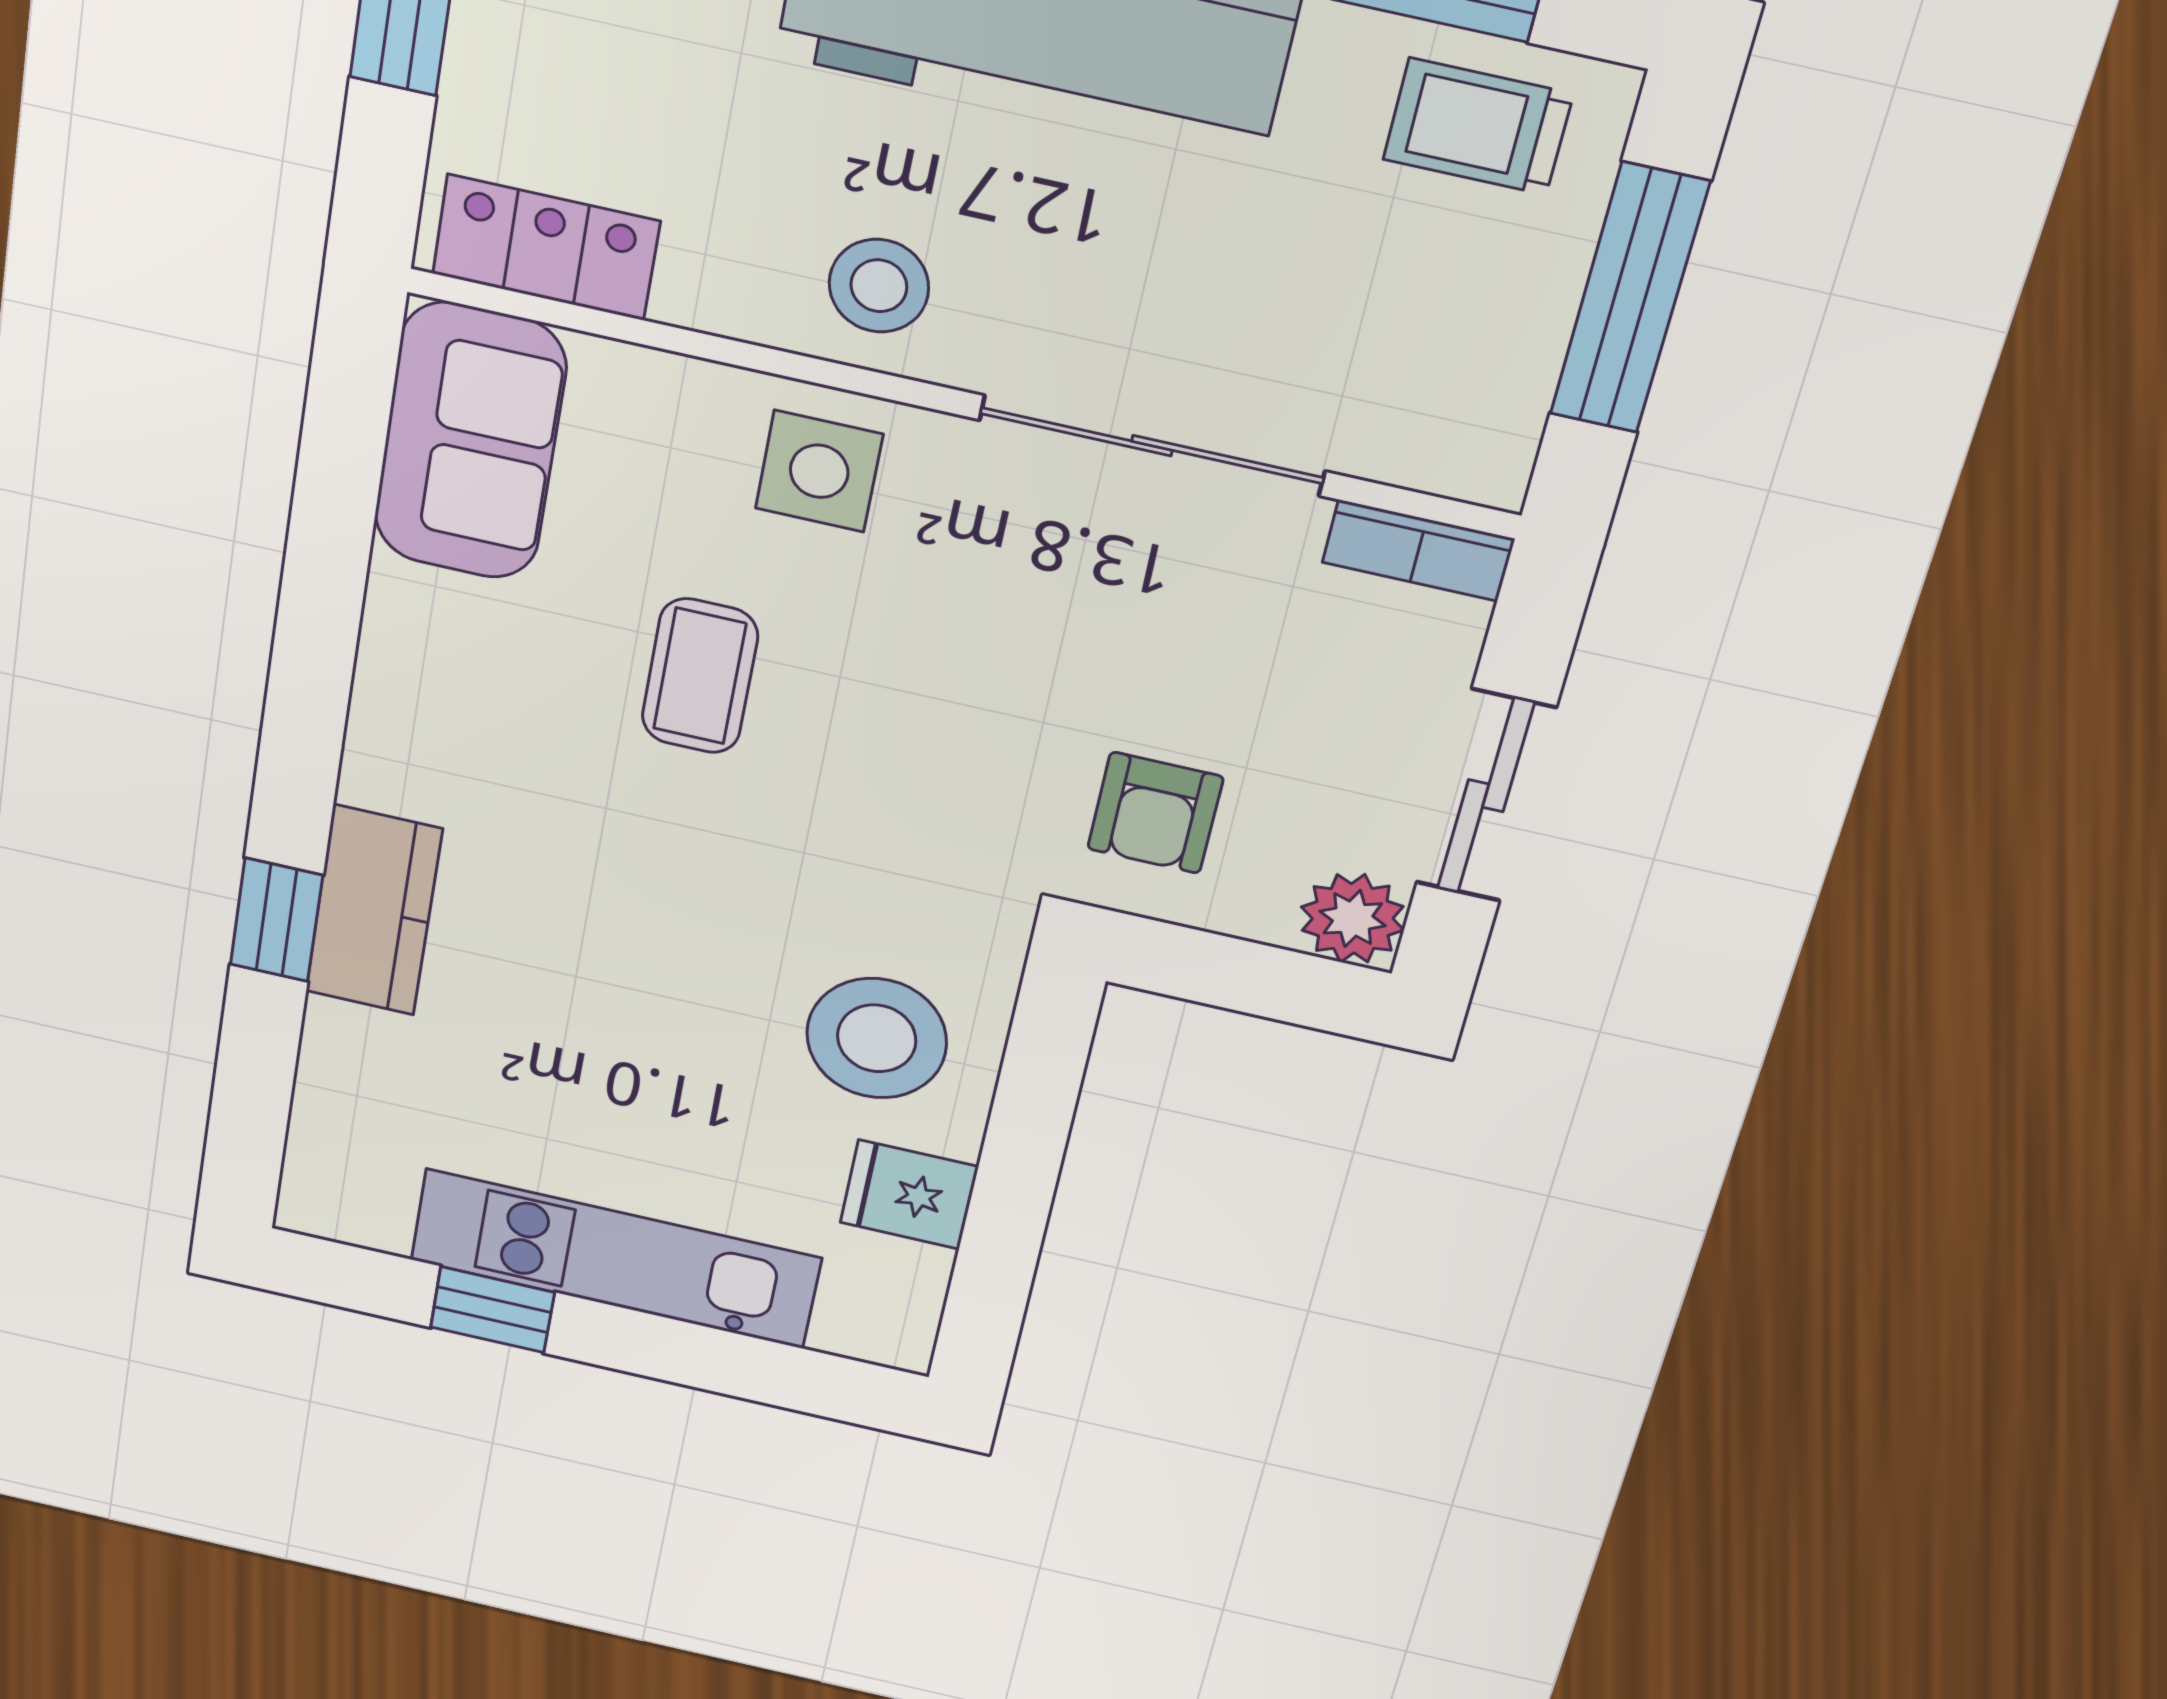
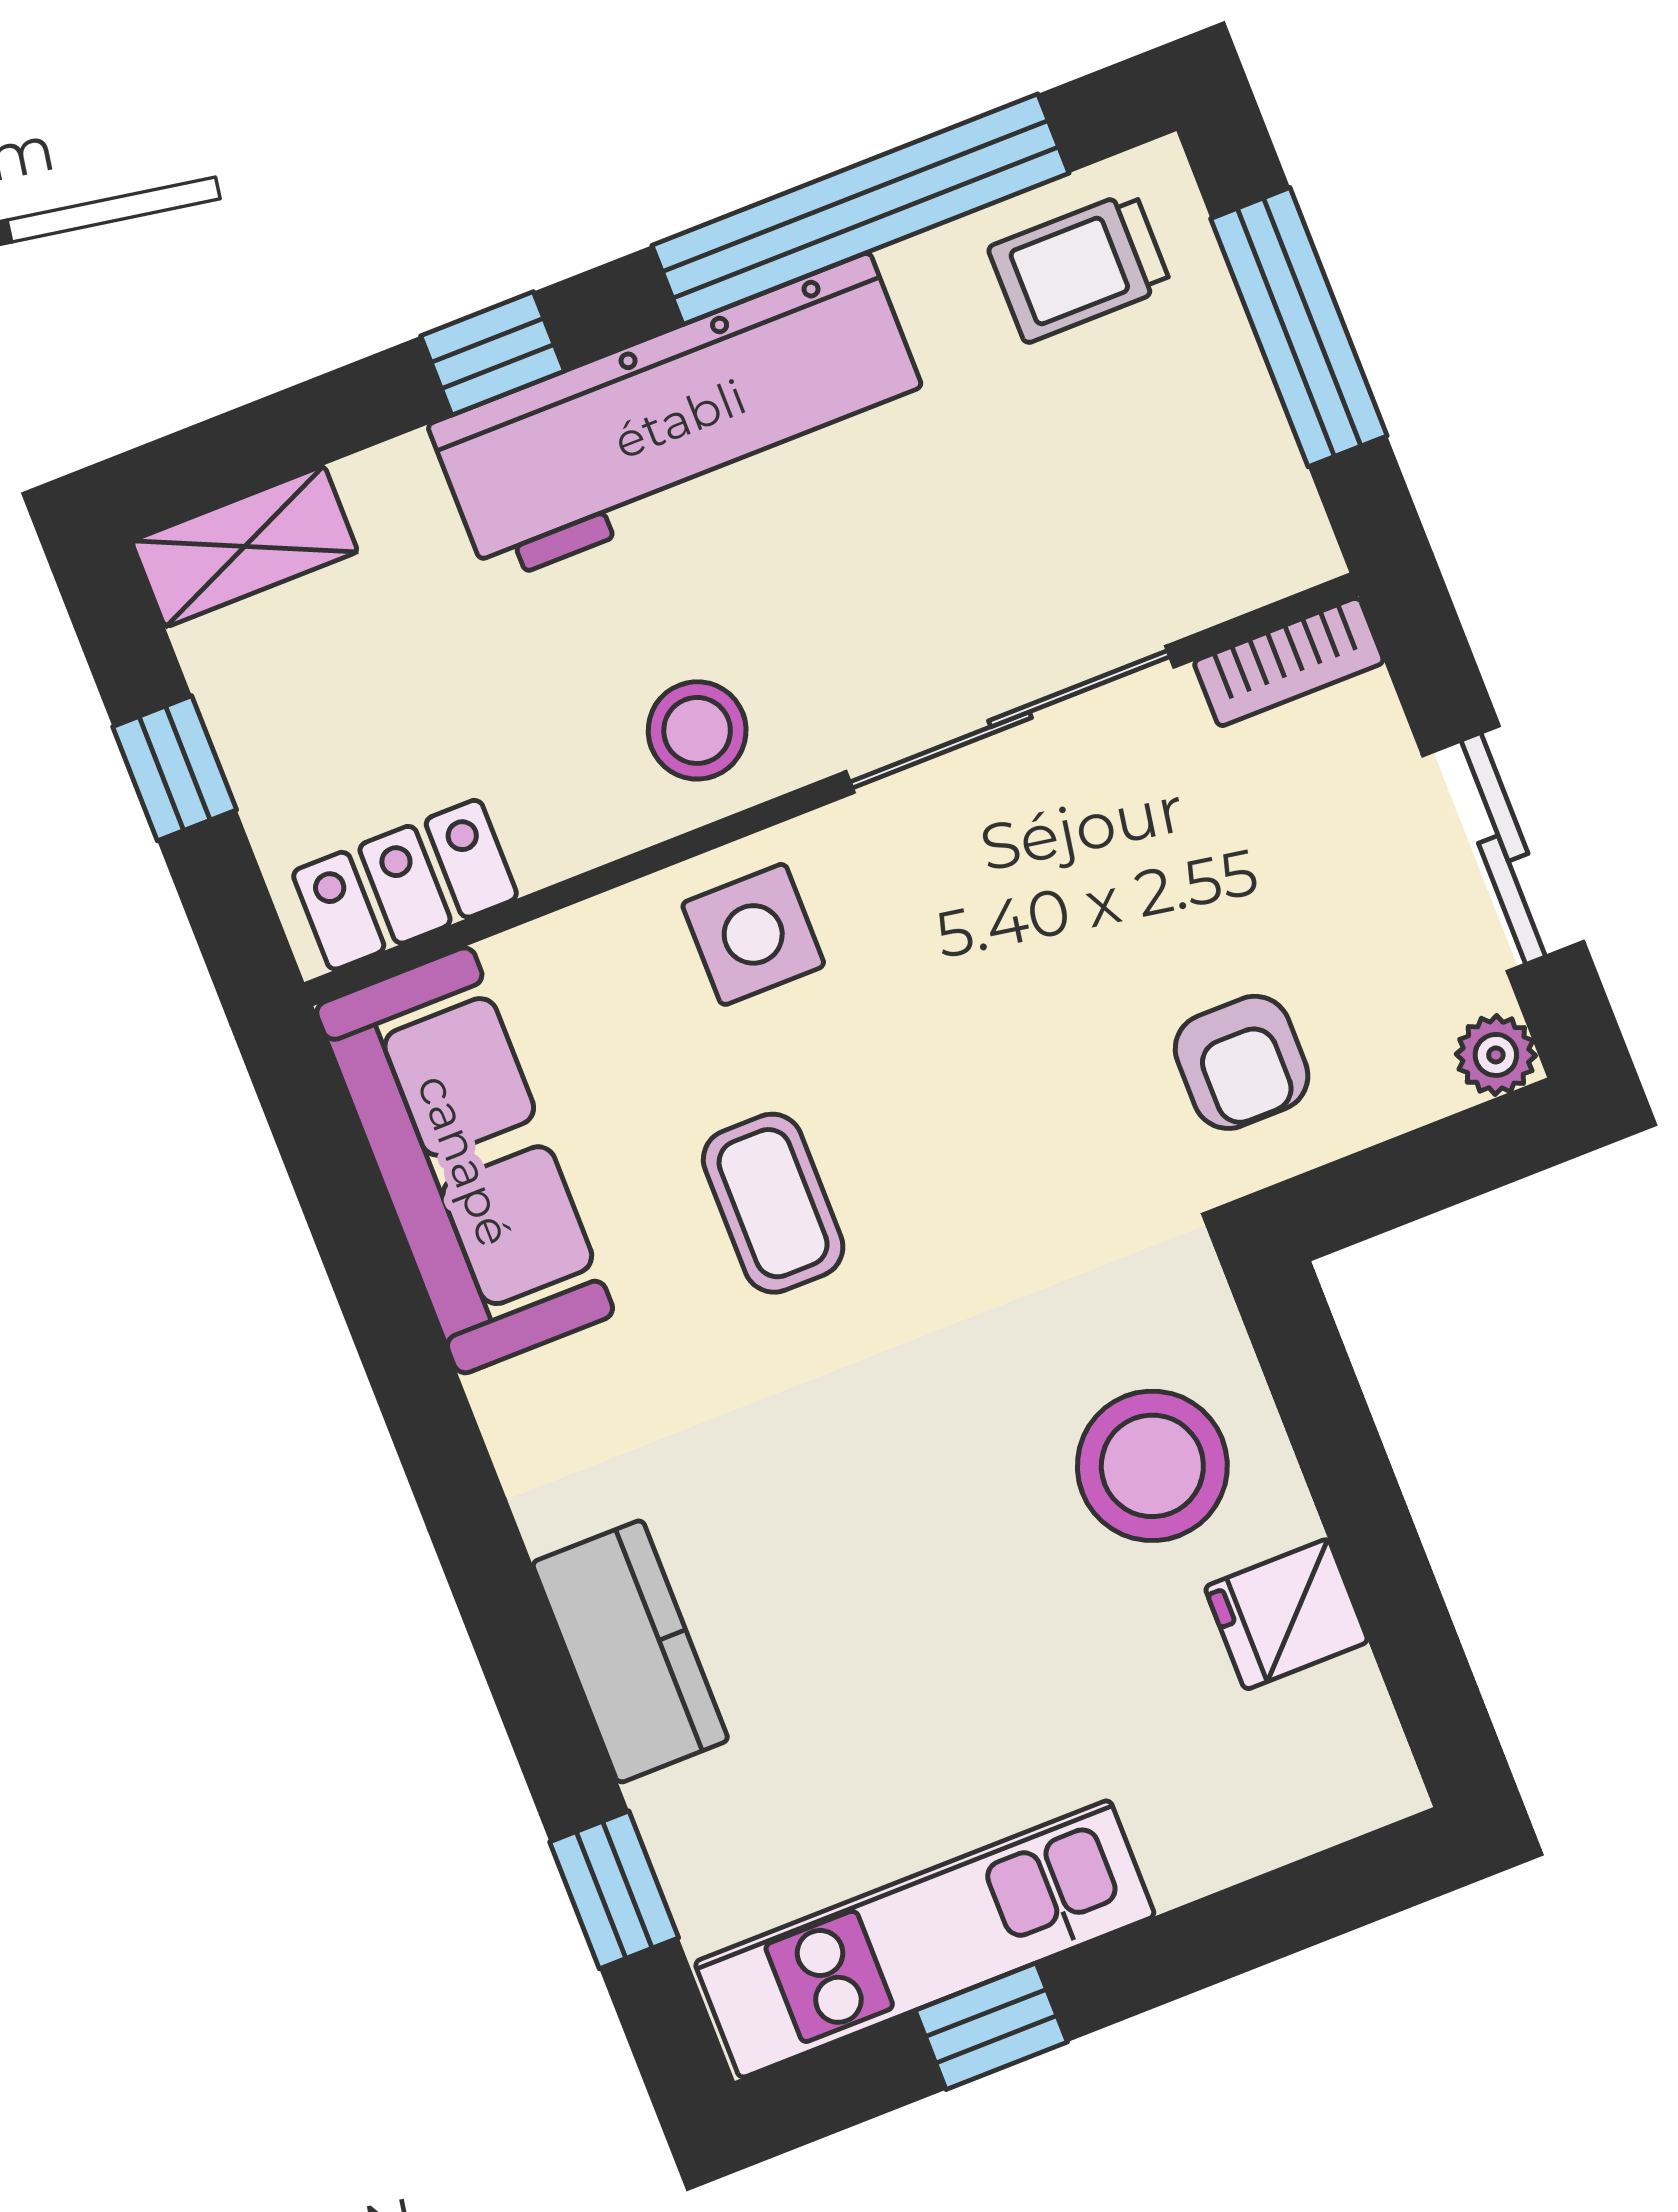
sofa: (470, 441) -> (465, 1160), width x1.36
plant: (1353, 918) -> (1496, 1055), width x0.73, depth x0.73
window: (276, 920) -> (614, 1890), moved
kitchen unit: (615, 1259) -> (925, 1939), moved

